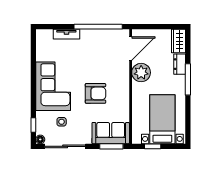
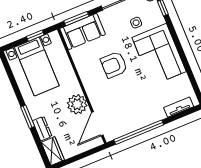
tv unit: (66, 34) -> (179, 107), moved
window: (188, 79) -> (28, 117), width x0.69

